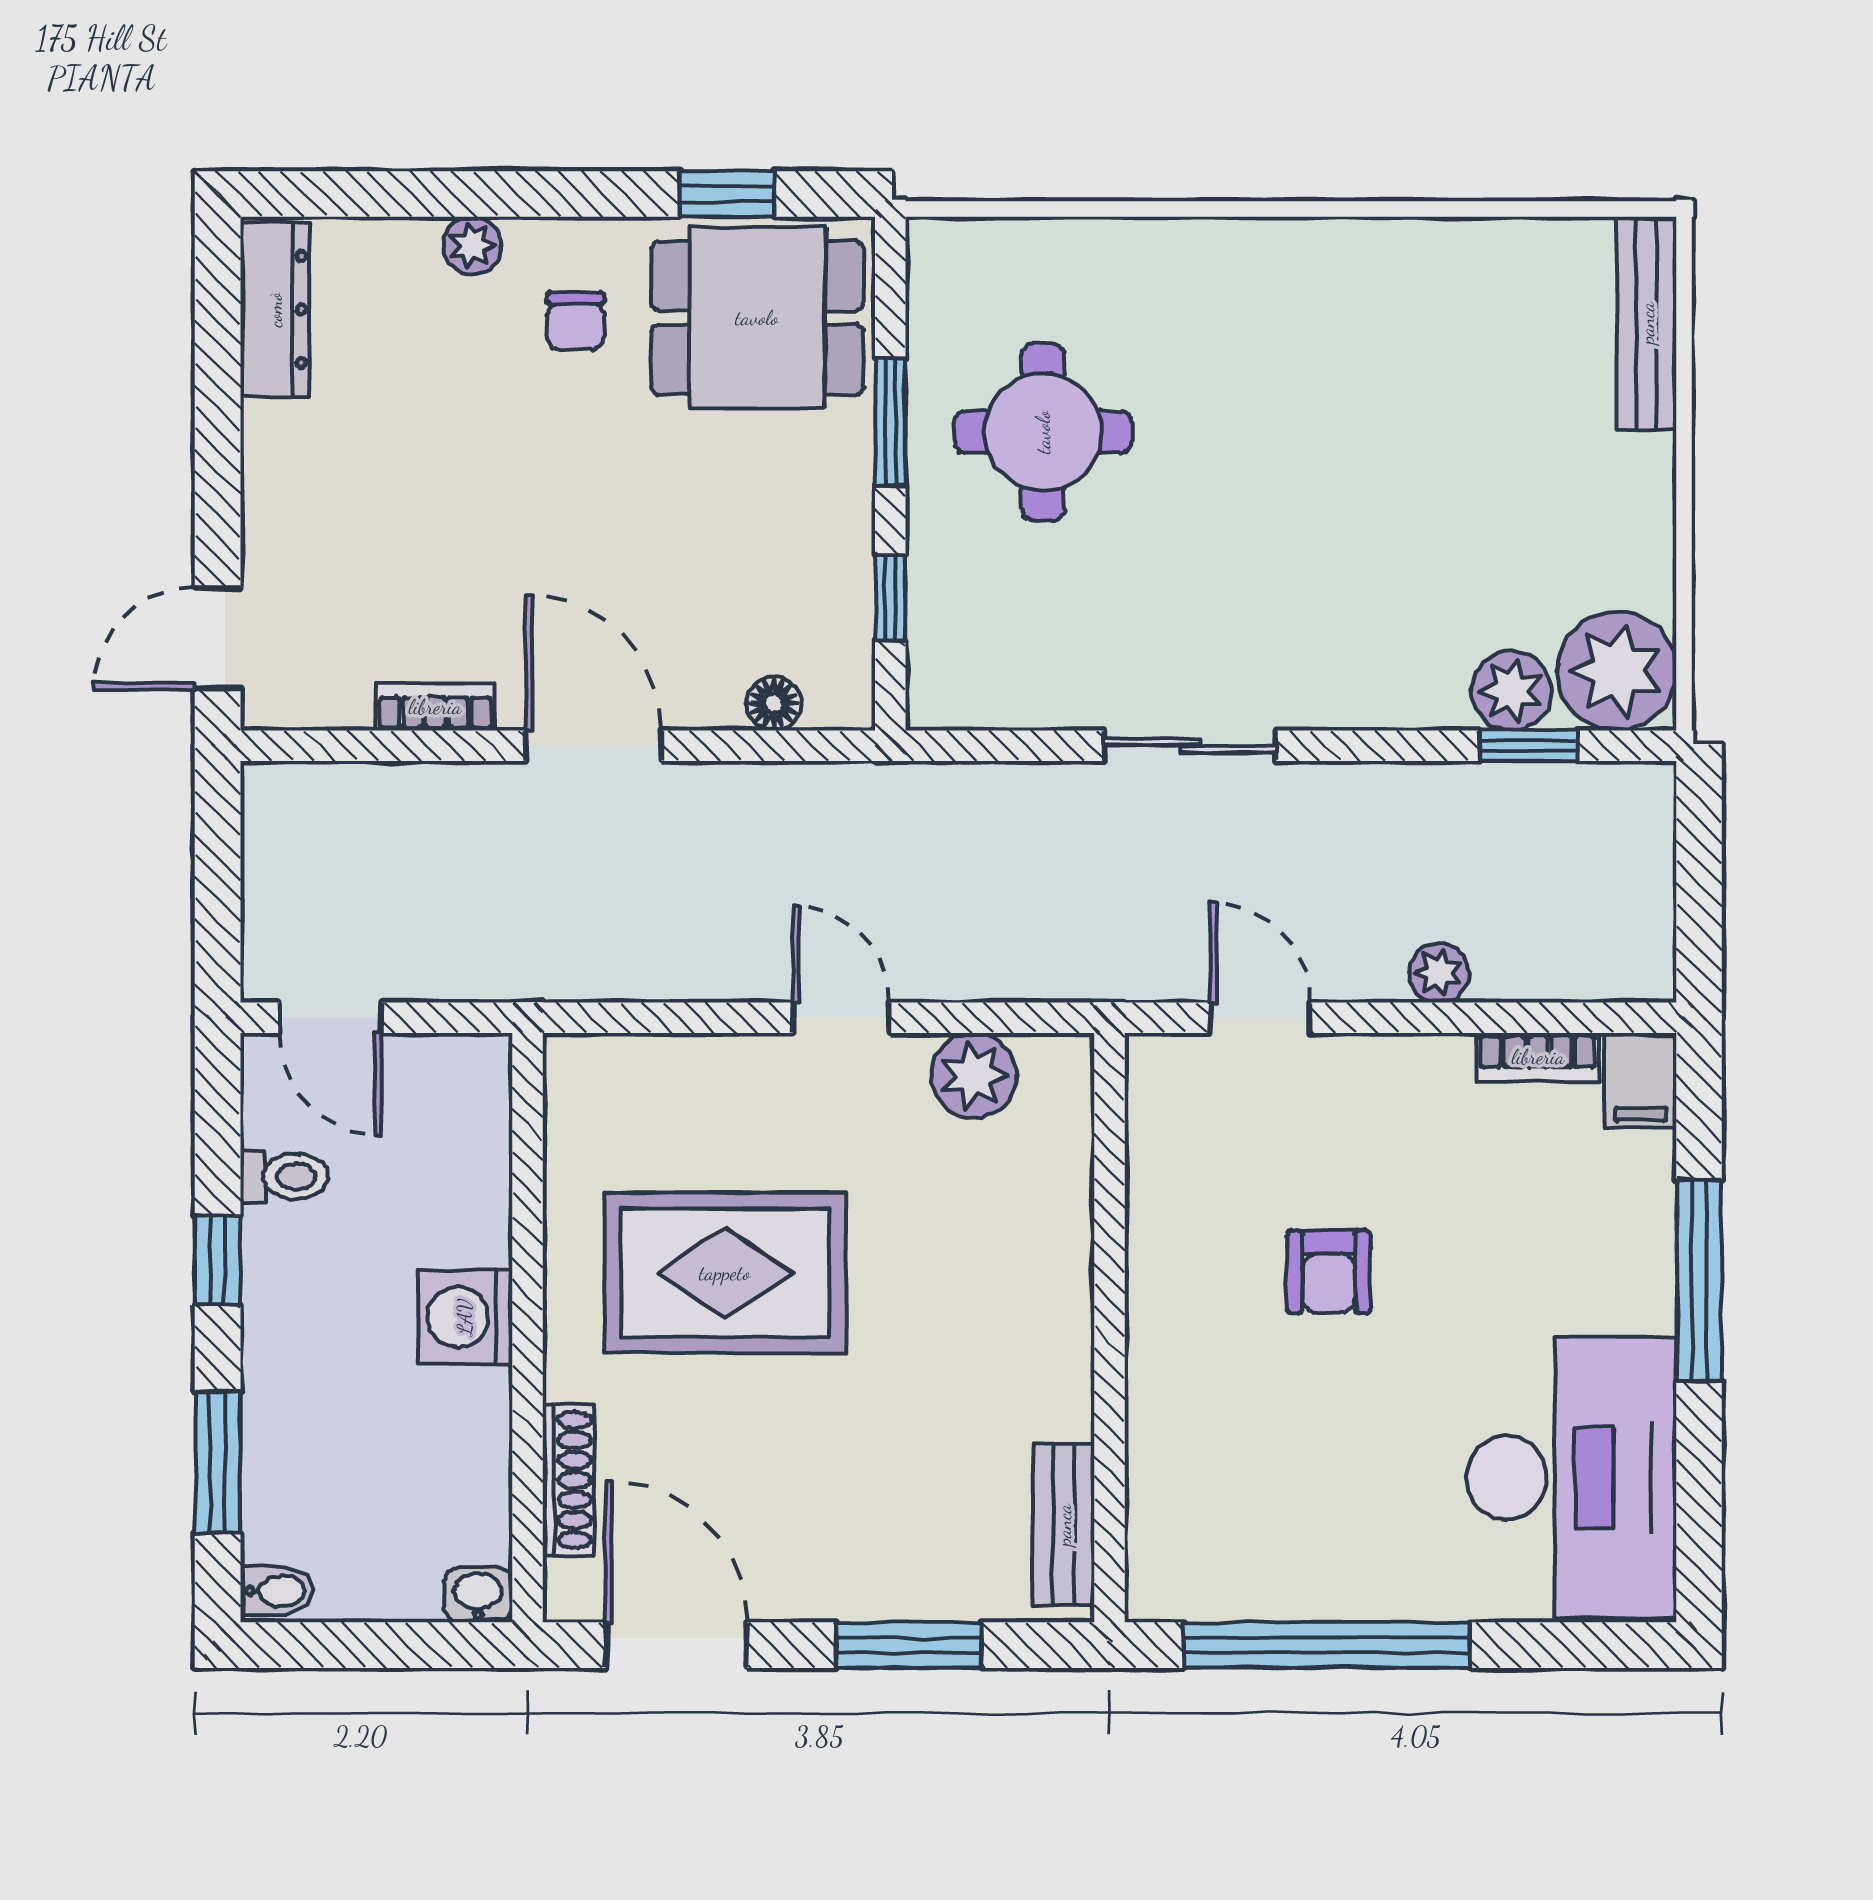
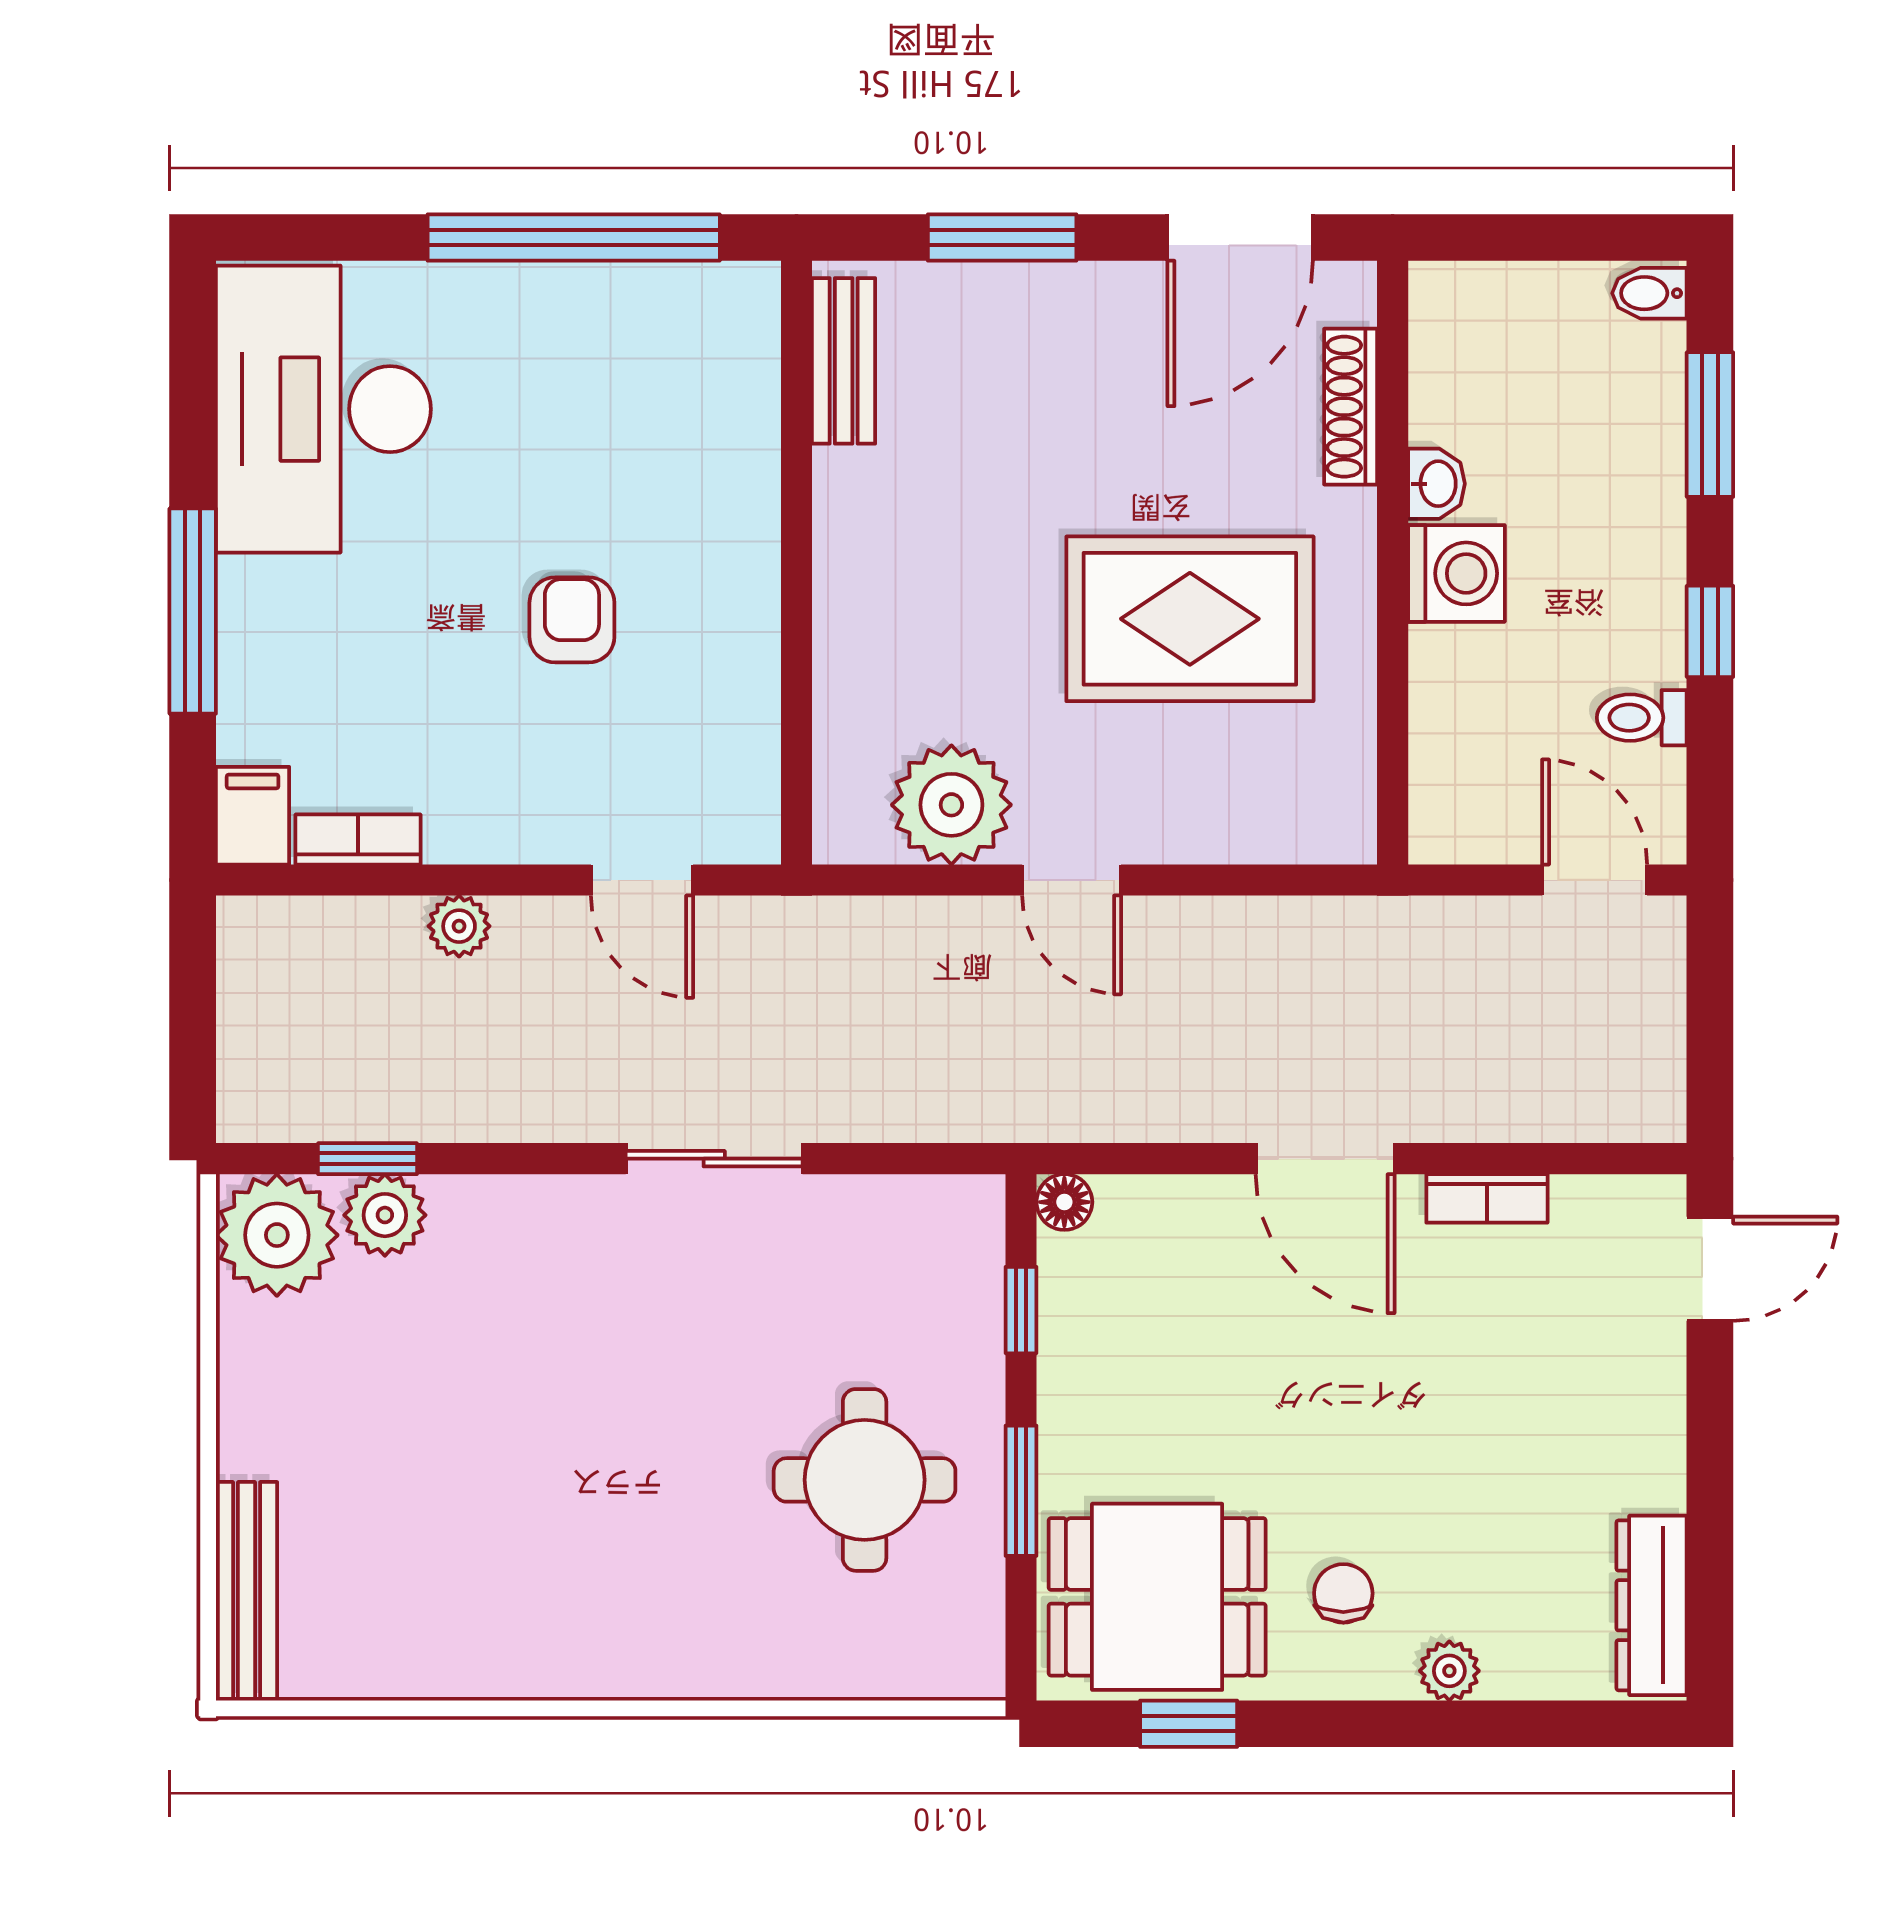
floor lamp: (774, 703) -> (1064, 1202), moved
plant: (974, 1076) -> (951, 805), width x1.36, depth x1.36
washbasin: (478, 1595) -> (1436, 484), moved, turned -90
door: (676, 1645) -> (1240, 237), hinge flipped

